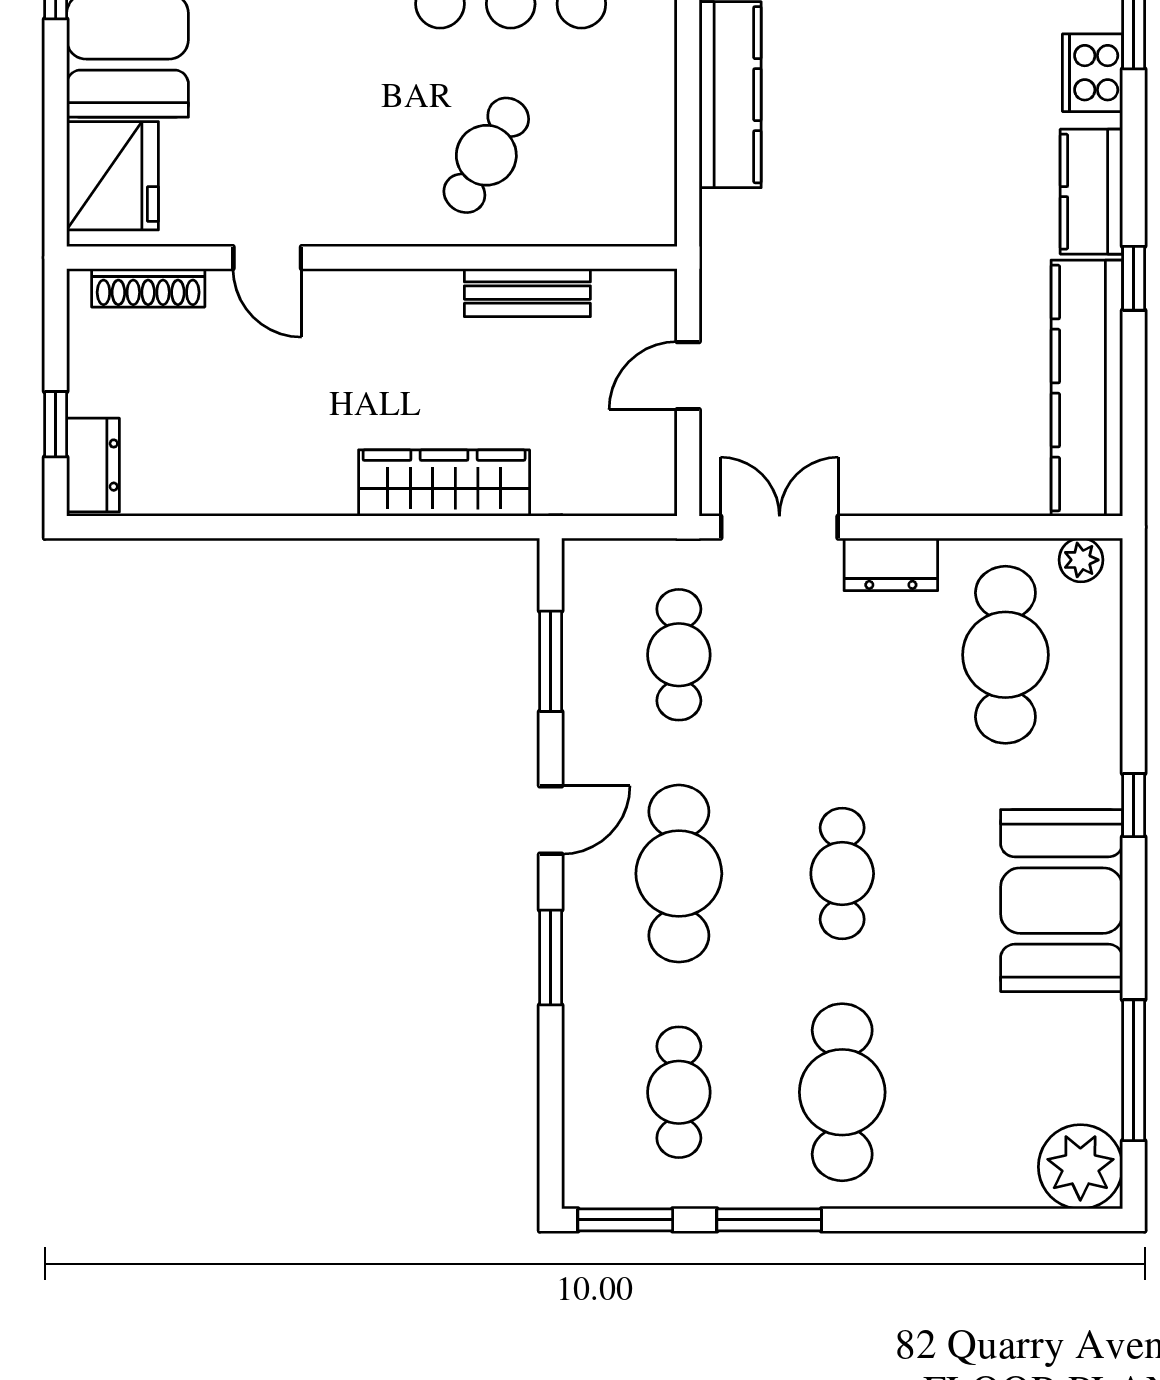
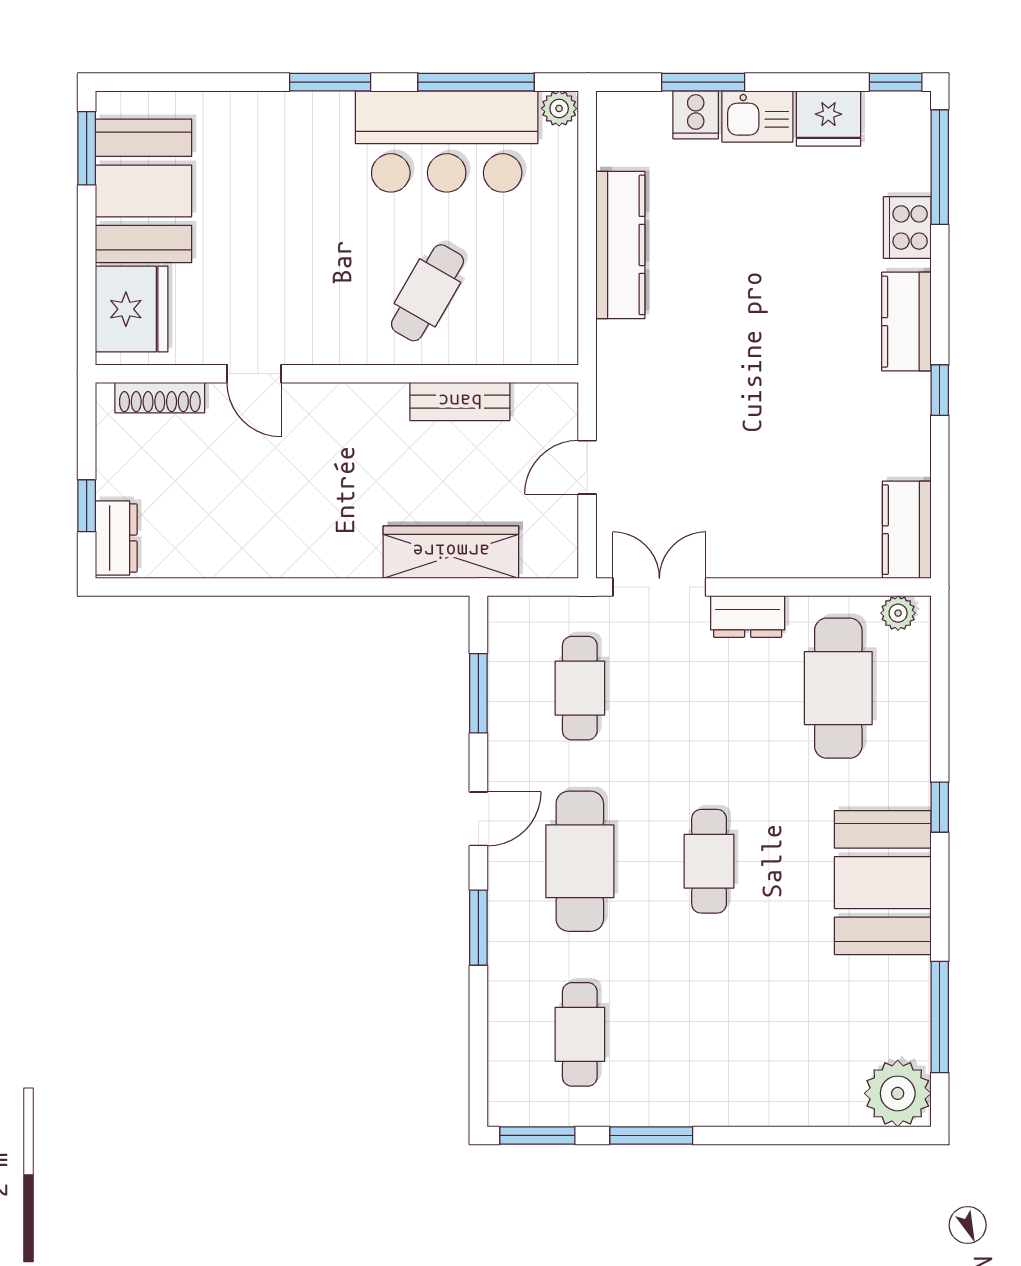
kitchen counter: (1087, 388) -> (907, 530), width x0.48, depth x0.86
wardrobe: (444, 483) -> (451, 552), moved
cafe table: (842, 1092) -> (709, 1034), removed

